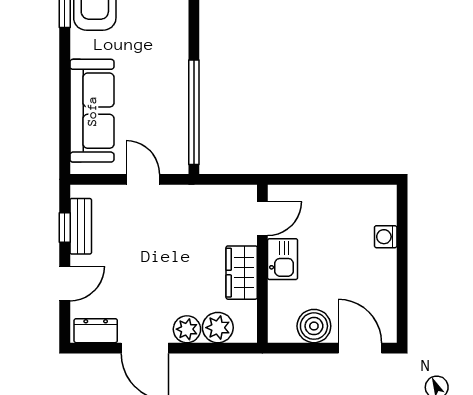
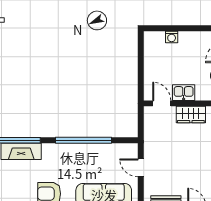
window: (194, 112) -> (83, 140), moved
door: (143, 179) -> (141, 168), hinge flipped

